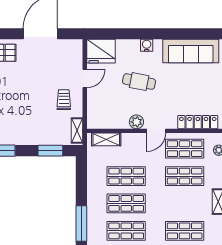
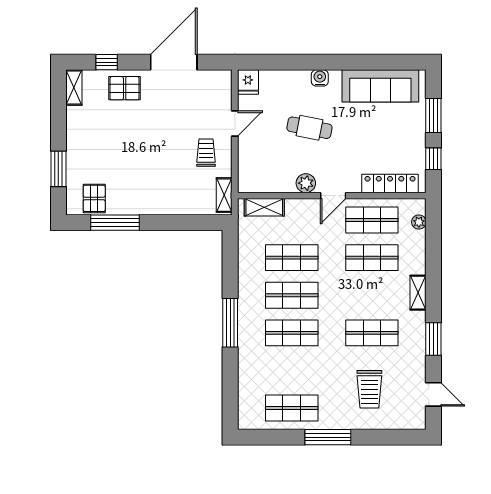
fridge: (101, 51) -> (248, 82), width x0.53, depth x0.75
window: (50, 151) -> (188, 223), removed

